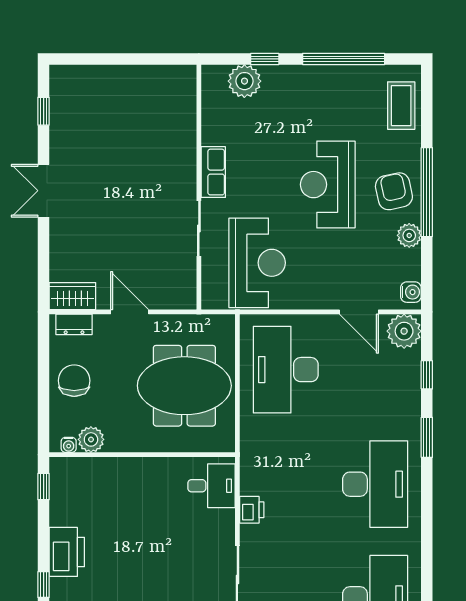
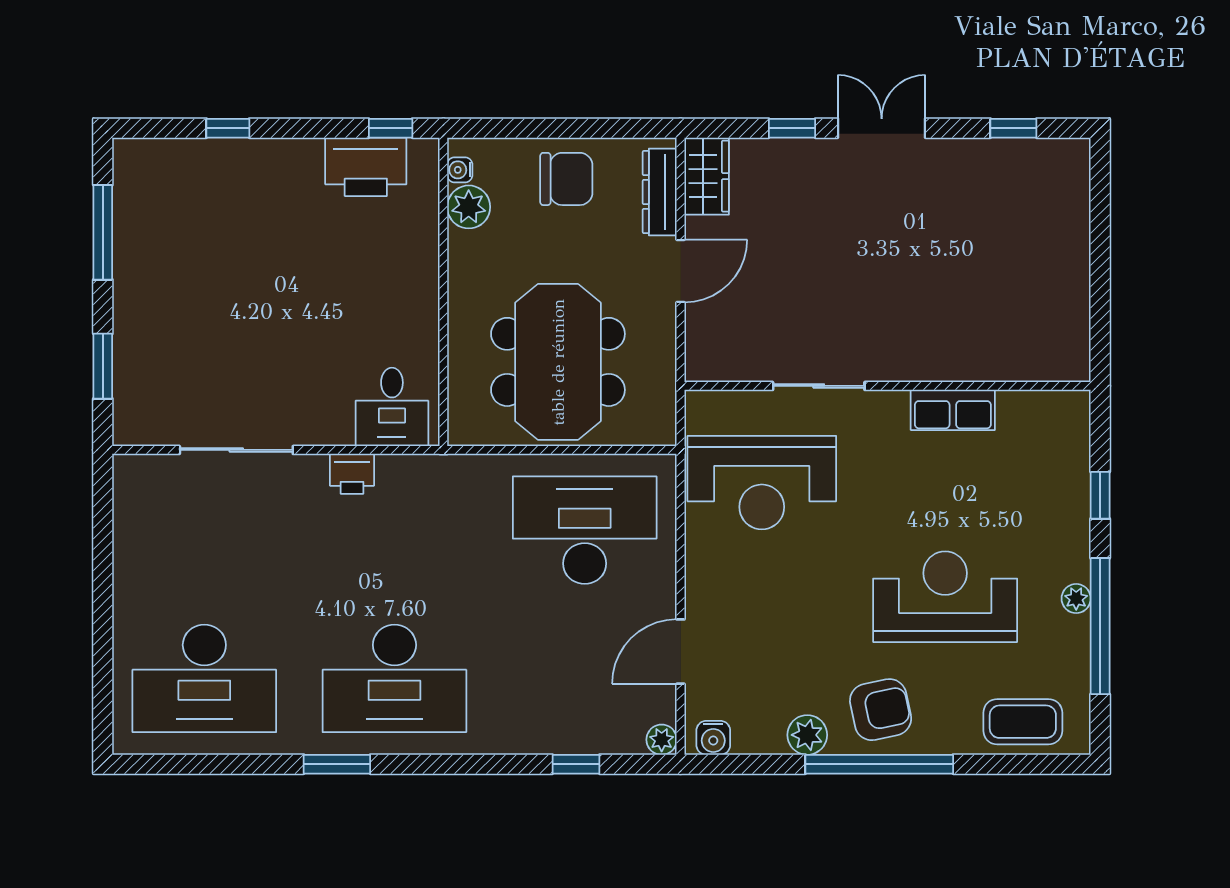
plant: (244, 81) -> (1076, 599), moved, width x0.53, depth x0.53
row of seats: (213, 172) -> (953, 410), moved
reception desk: (328, 185) -> (945, 597), moved
window: (44, 245) -> (792, 128), added
dresser: (74, 324) -> (660, 192), width x1.44
plant: (404, 331) -> (662, 740), width x0.53, depth x0.53
window: (427, 437) -> (337, 764), moved
printer: (67, 552) -> (366, 167), moved

